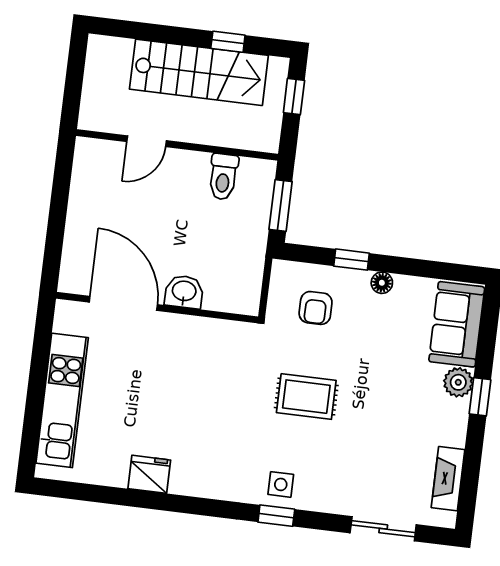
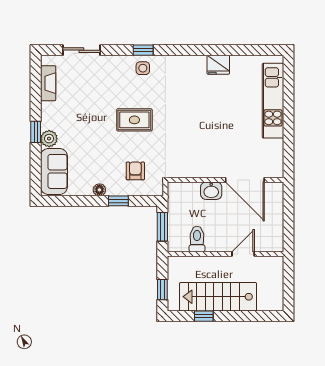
washbasin: (184, 292) -> (211, 191), moved
door: (123, 303) -> (245, 180), moved
wall: (157, 308) -> (225, 180), moved

